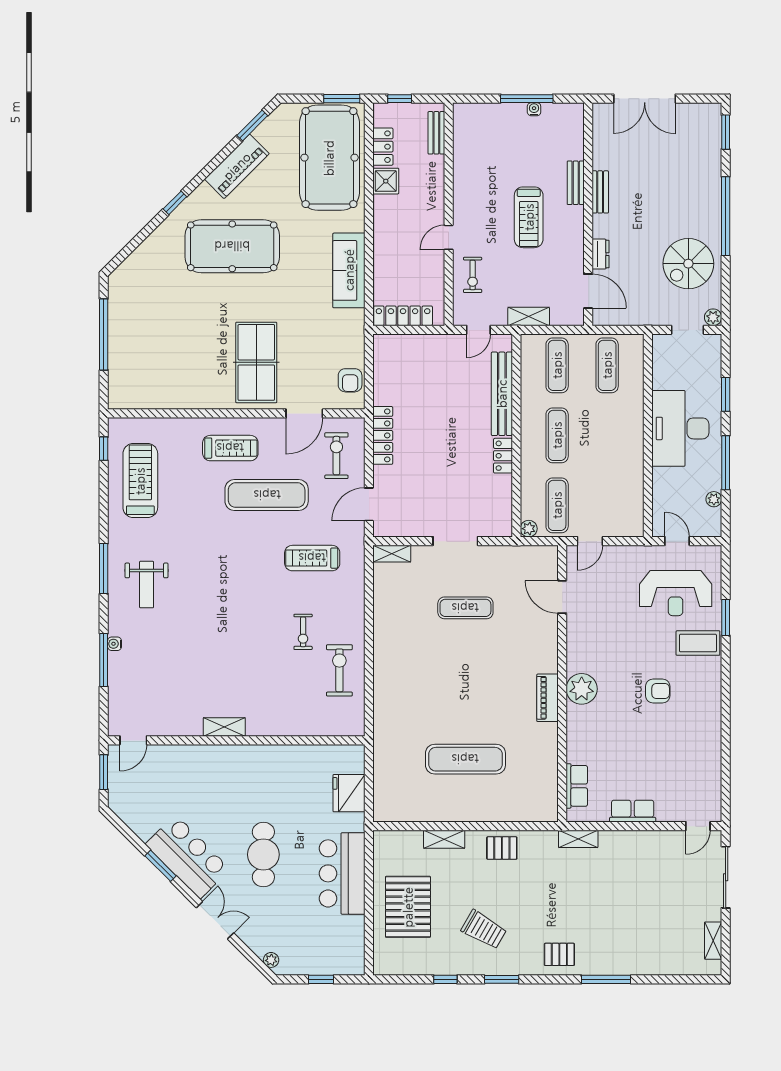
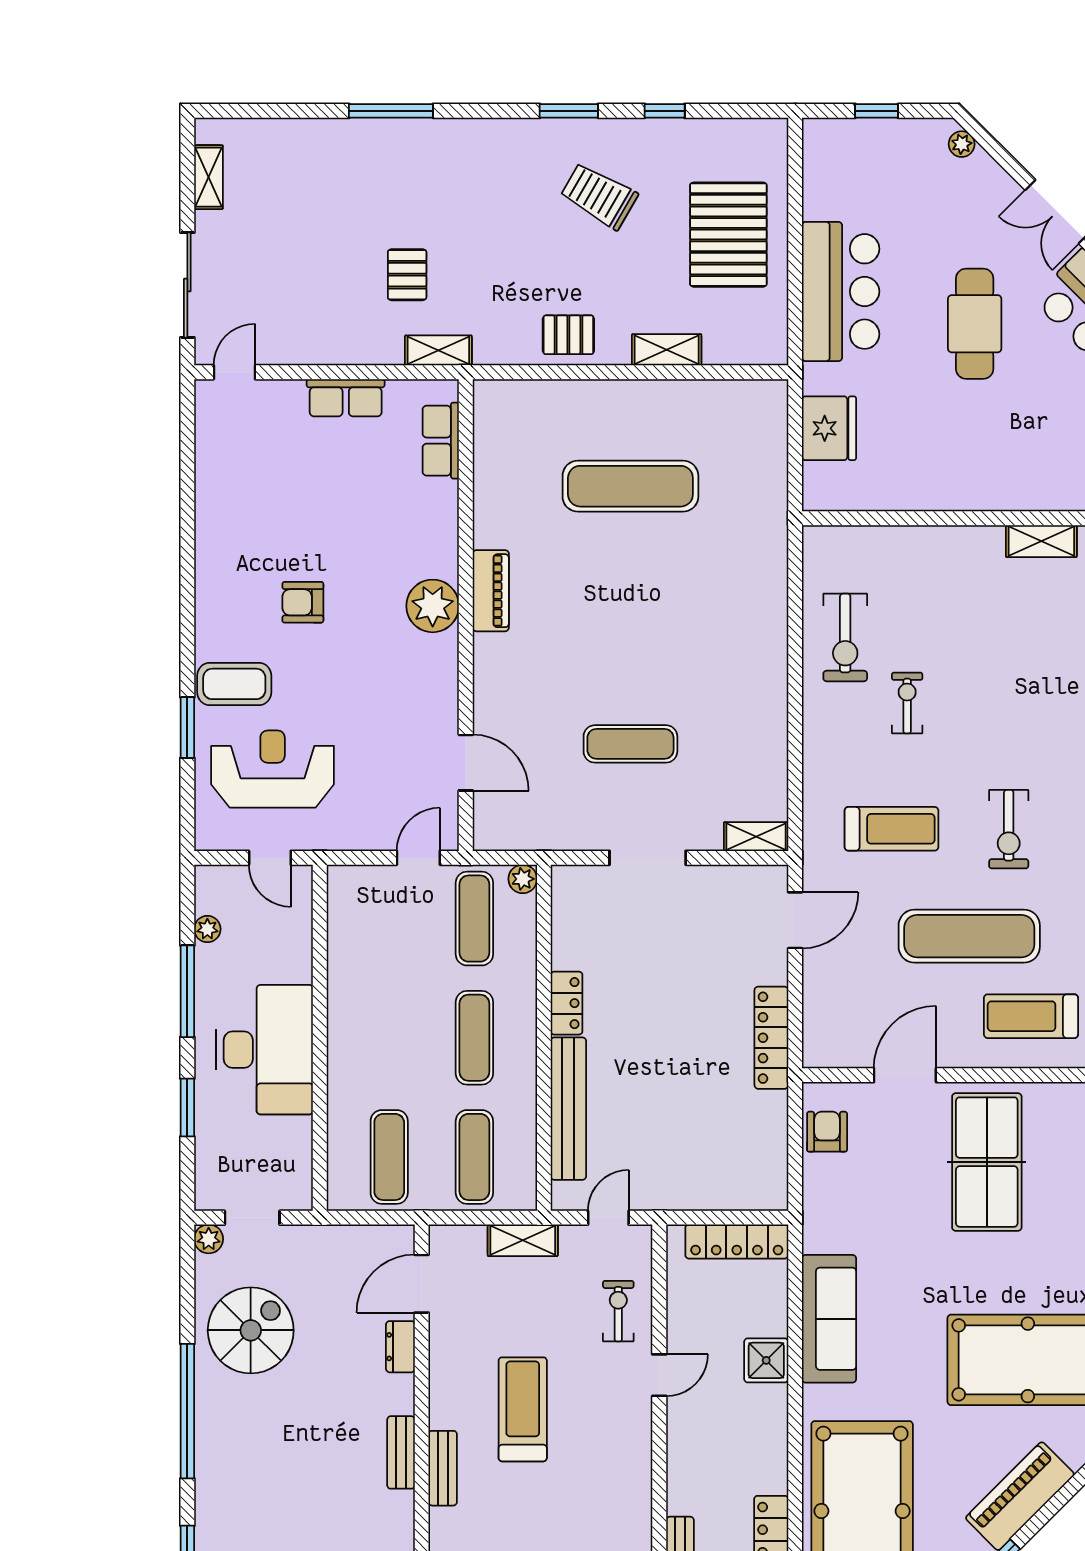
shower: (386, 181) -> (766, 1360), moved
door: (588, 291) -> (422, 1284), hinge flipped
exercise bike: (336, 456) -> (1009, 829), moved
pallet: (559, 954) -> (407, 275), moved, turned 90

